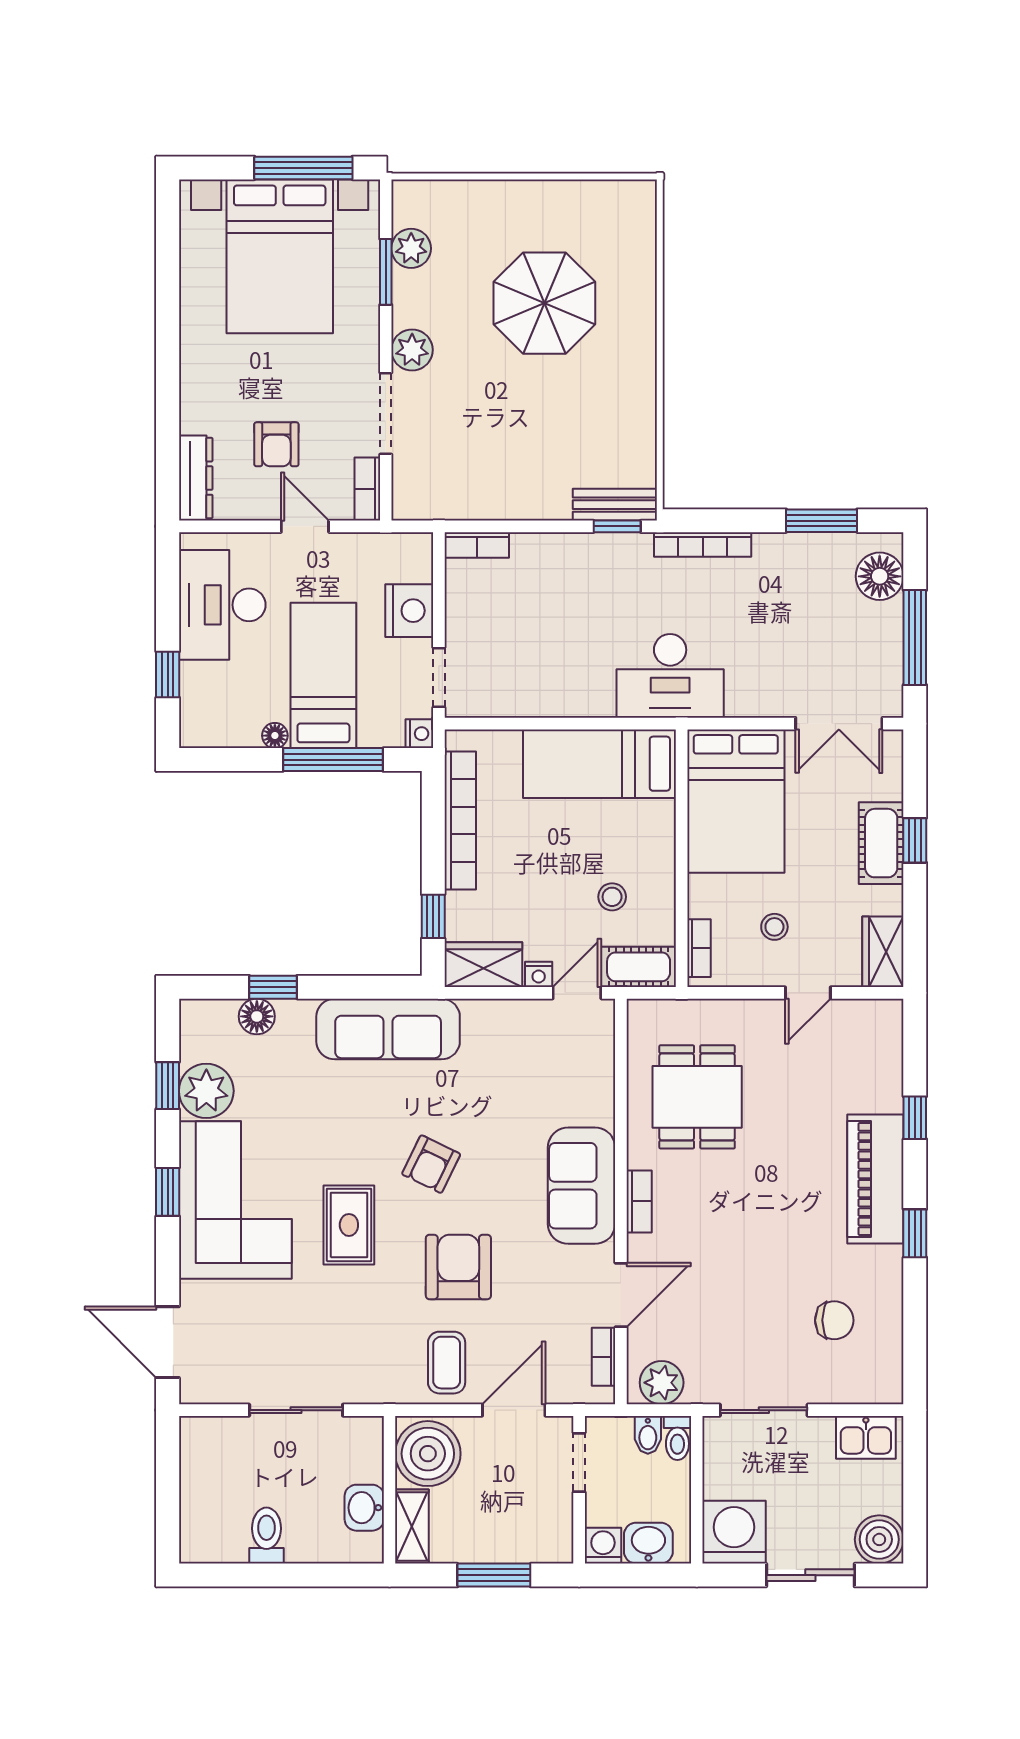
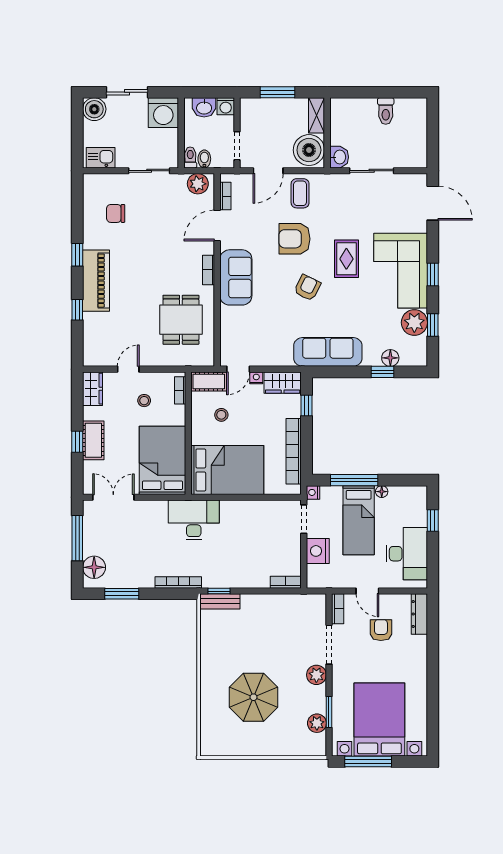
bed: (599, 764) -> (227, 470), width x1.50
armchair: (458, 1267) -> (294, 239), turned 90
washbasin: (364, 1508) -> (339, 157), moved

